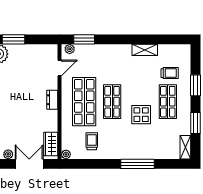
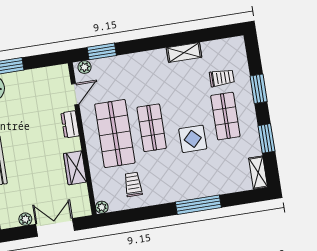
dresser: (52, 100) -> (70, 124), moved
wardrobe: (51, 144) -> (75, 168), moved

